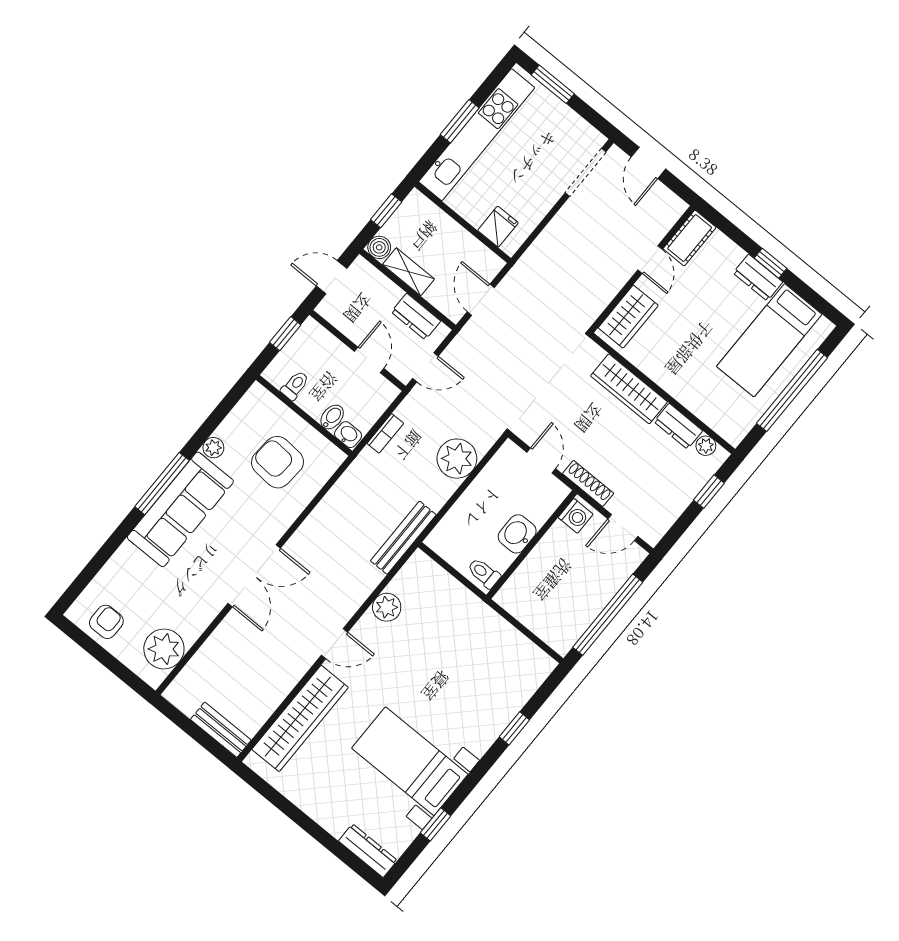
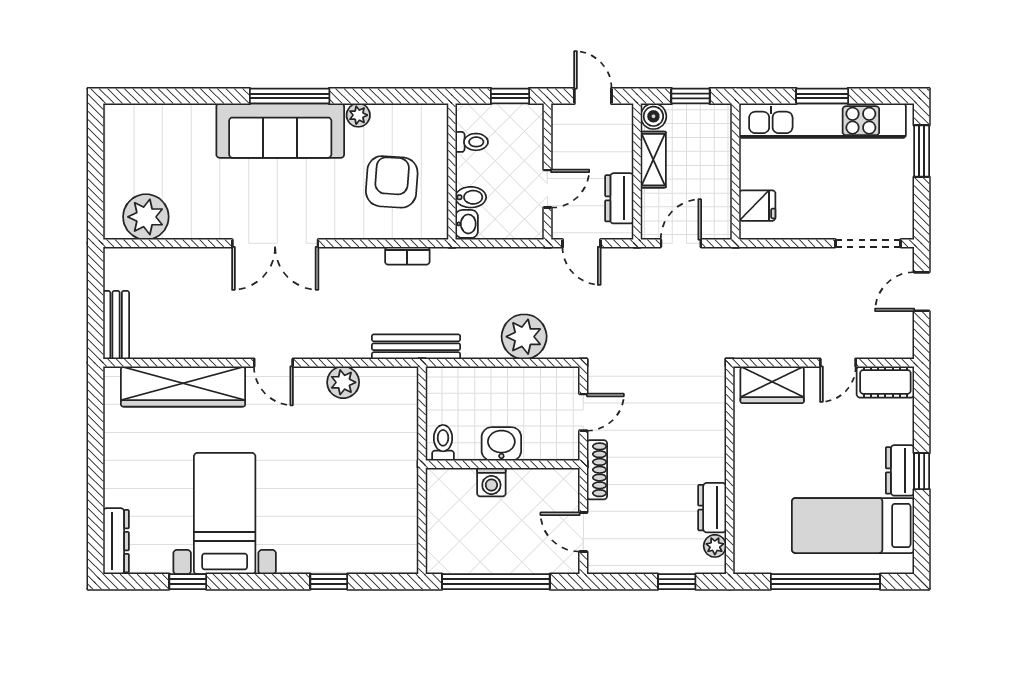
wardrobe: (629, 389) -> (709, 437), removed
bookcase: (385, 433) -> (407, 256), moved
washing machine: (576, 516) -> (491, 482), moved
armchair: (106, 622) -> (128, 147), removed

